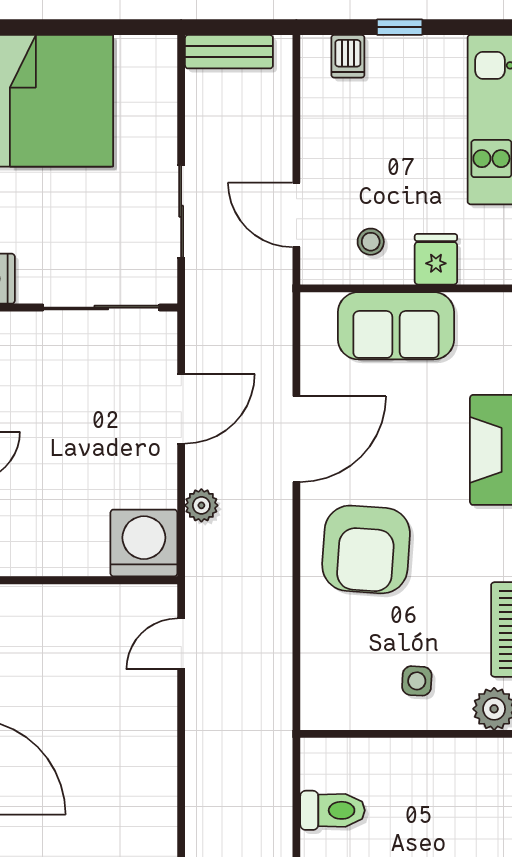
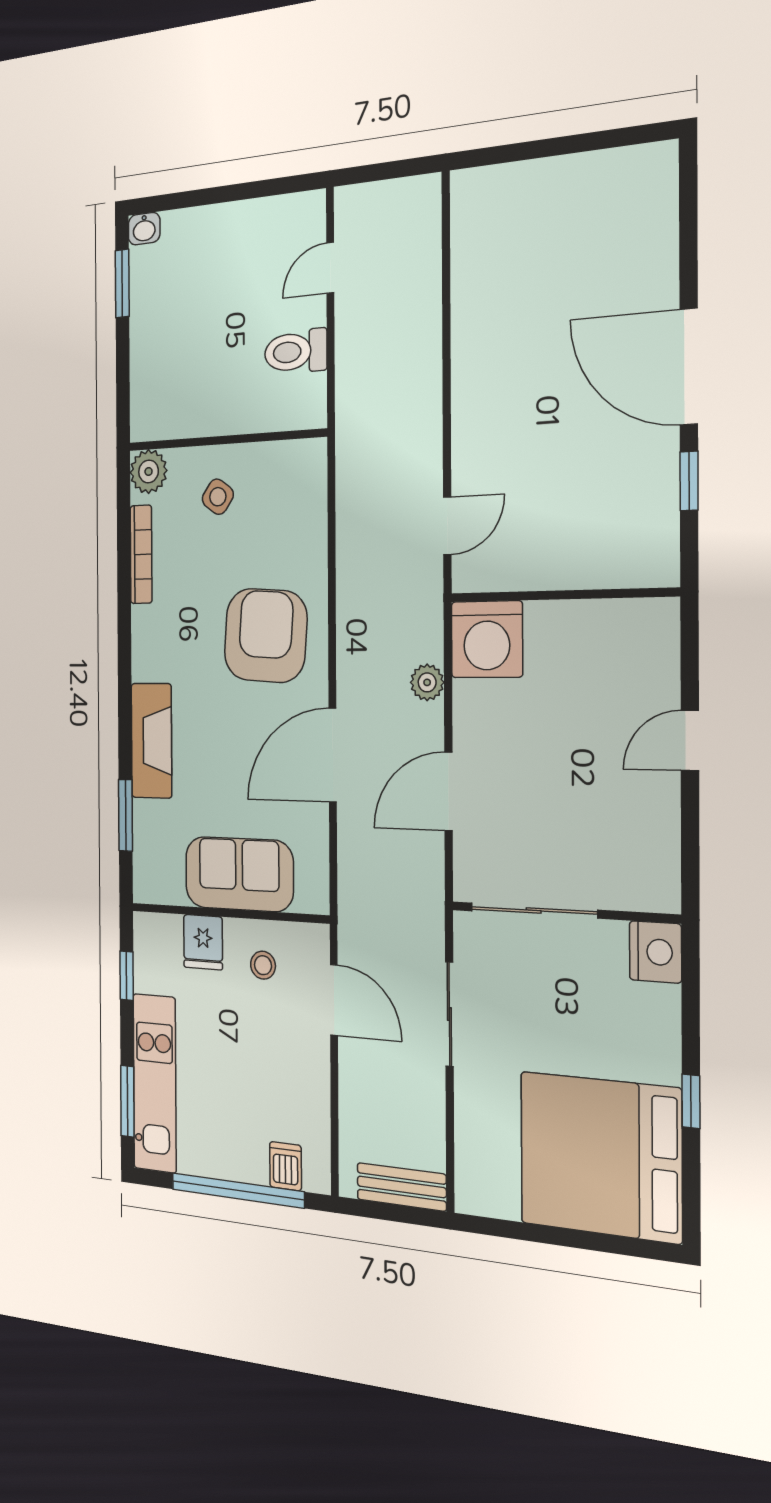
window: (400, 27) -> (237, 1190), width x3.17
side table: (417, 681) -> (218, 497), turned 33

